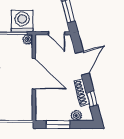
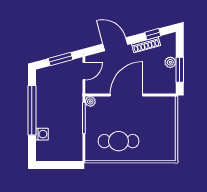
washing machine: (22, 21) -> (71, 107), removed
plant: (76, 116) -> (170, 62), moved

